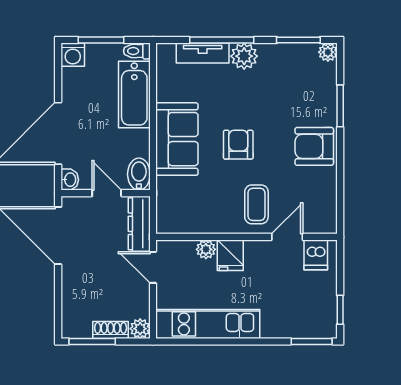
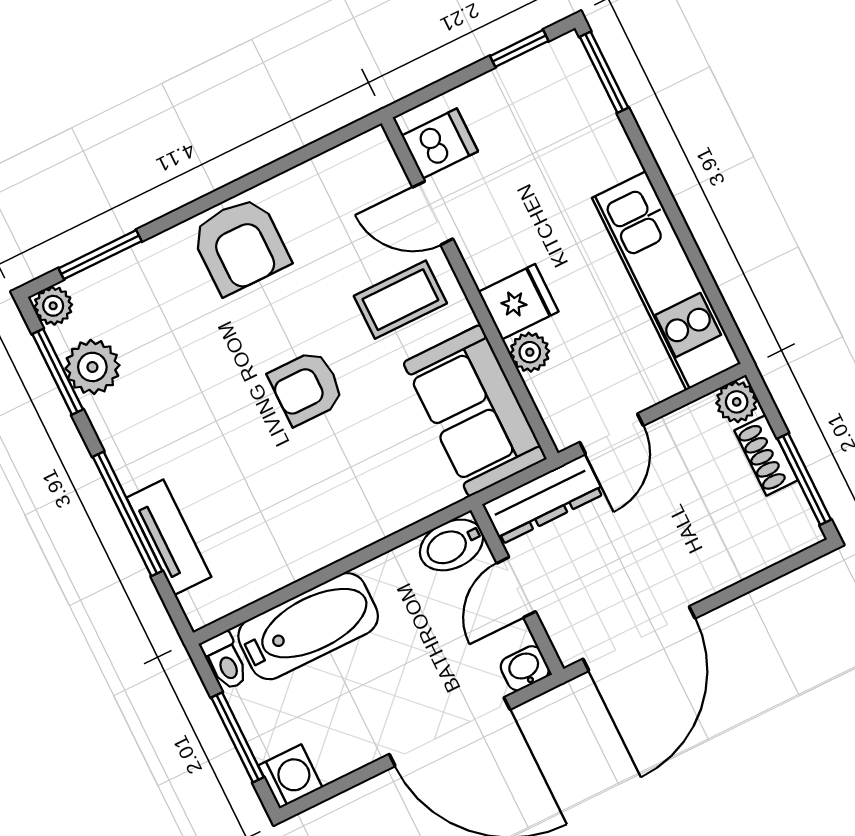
plant: (244, 56) -> (92, 367), moved
window: (340, 106) -> (100, 255), moved
sofa: (177, 139) -> (475, 411), moved, turned -90

